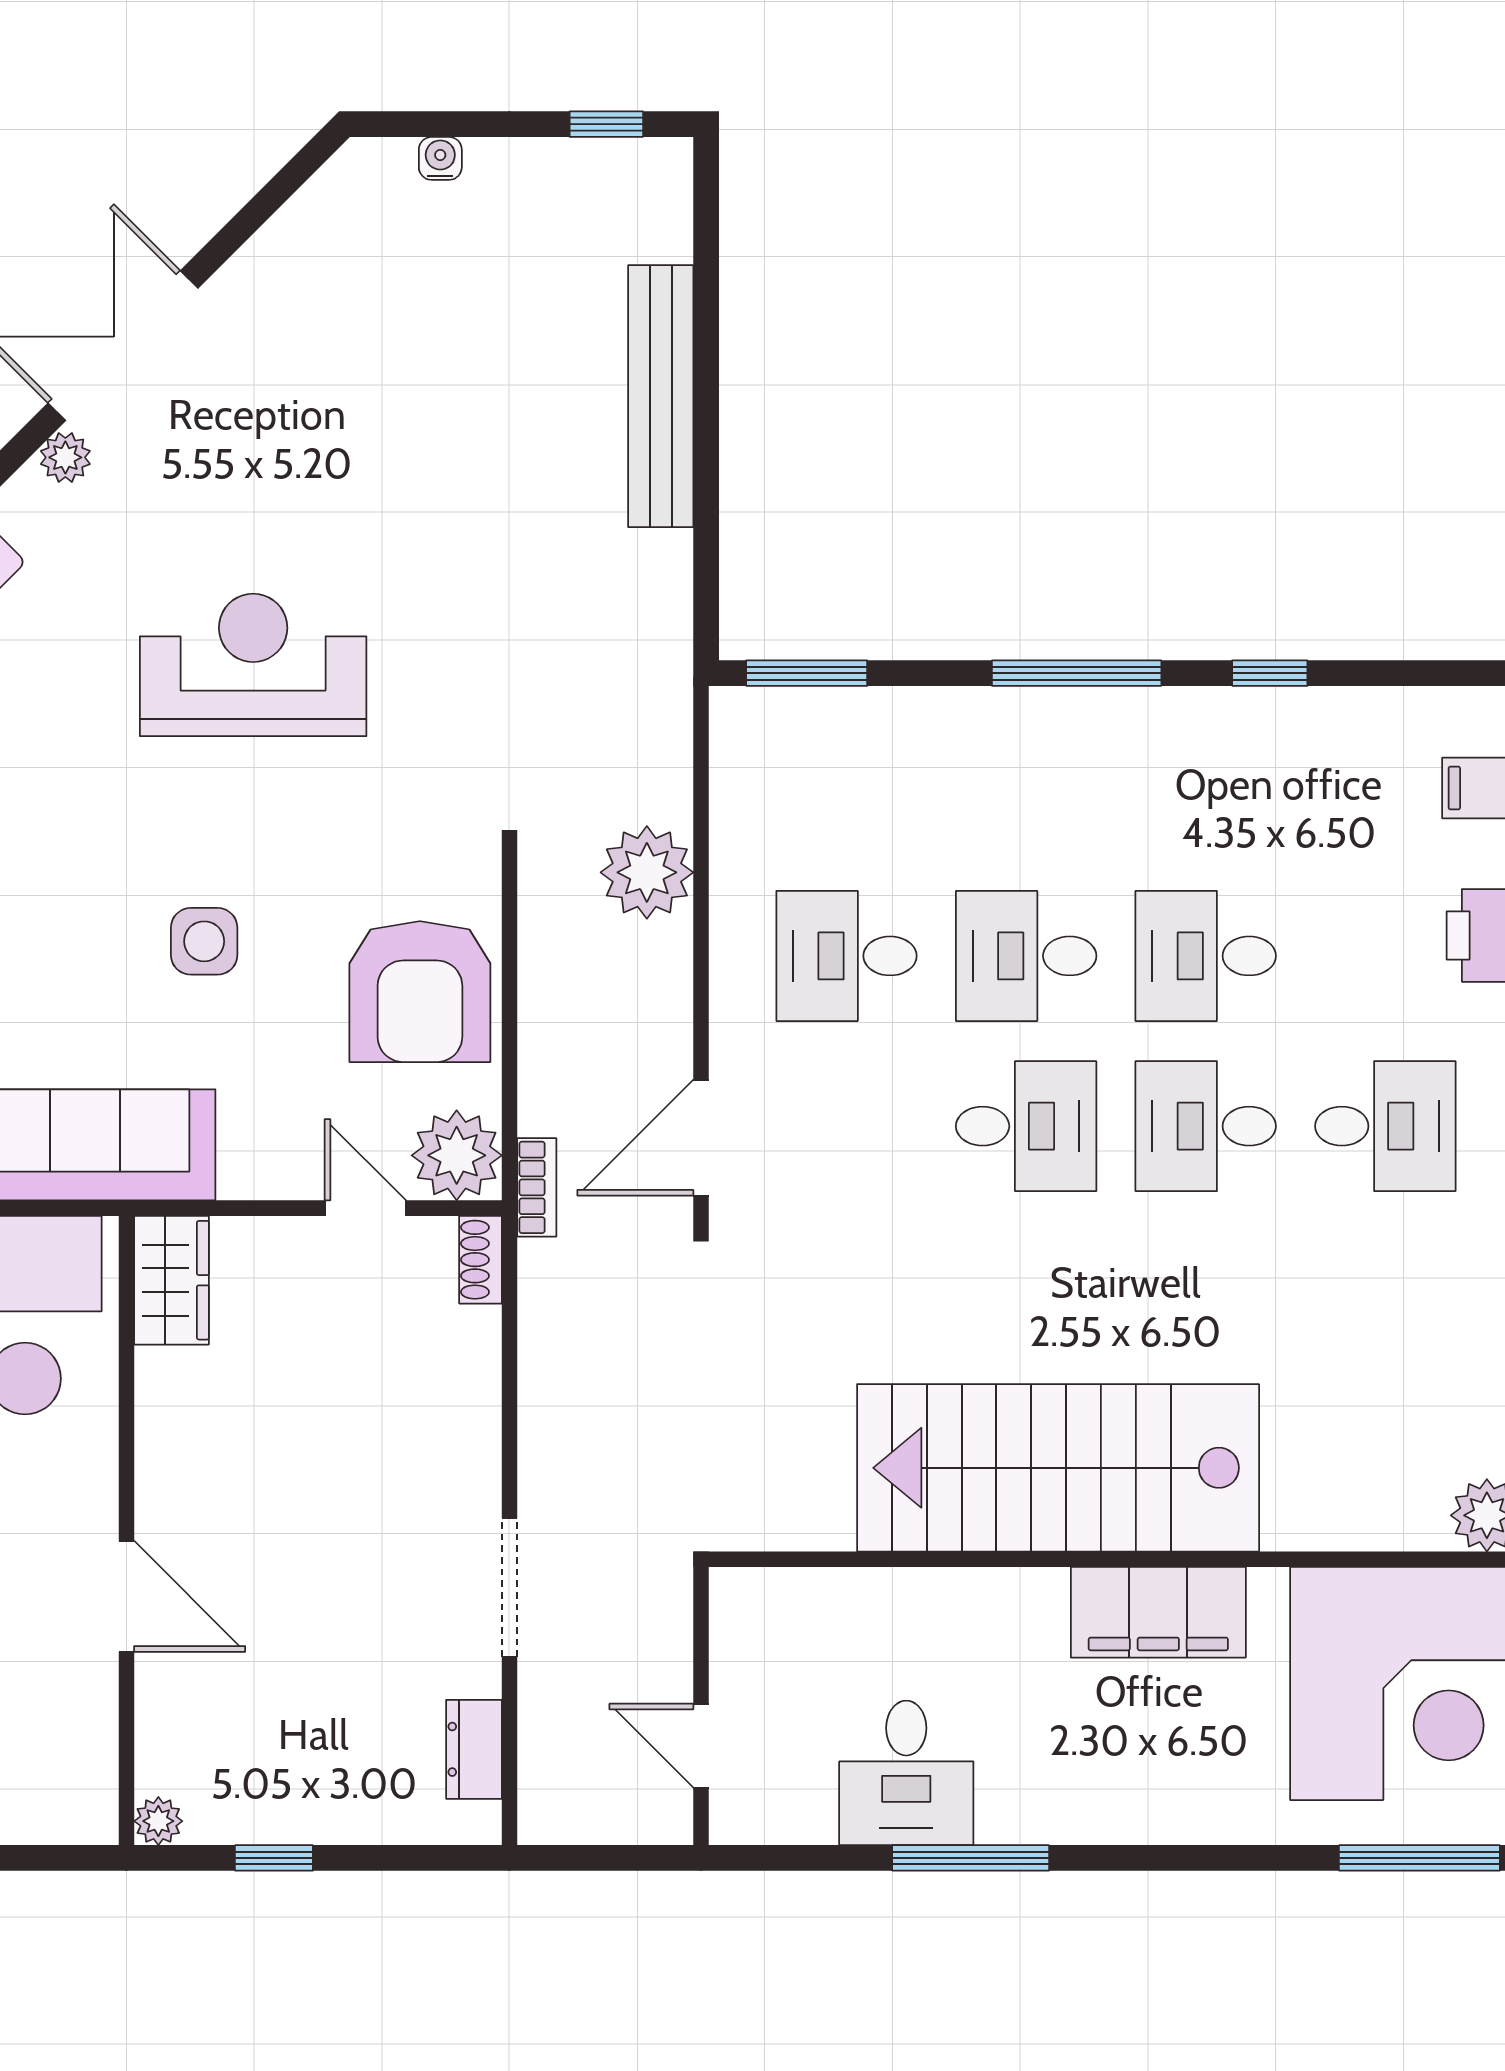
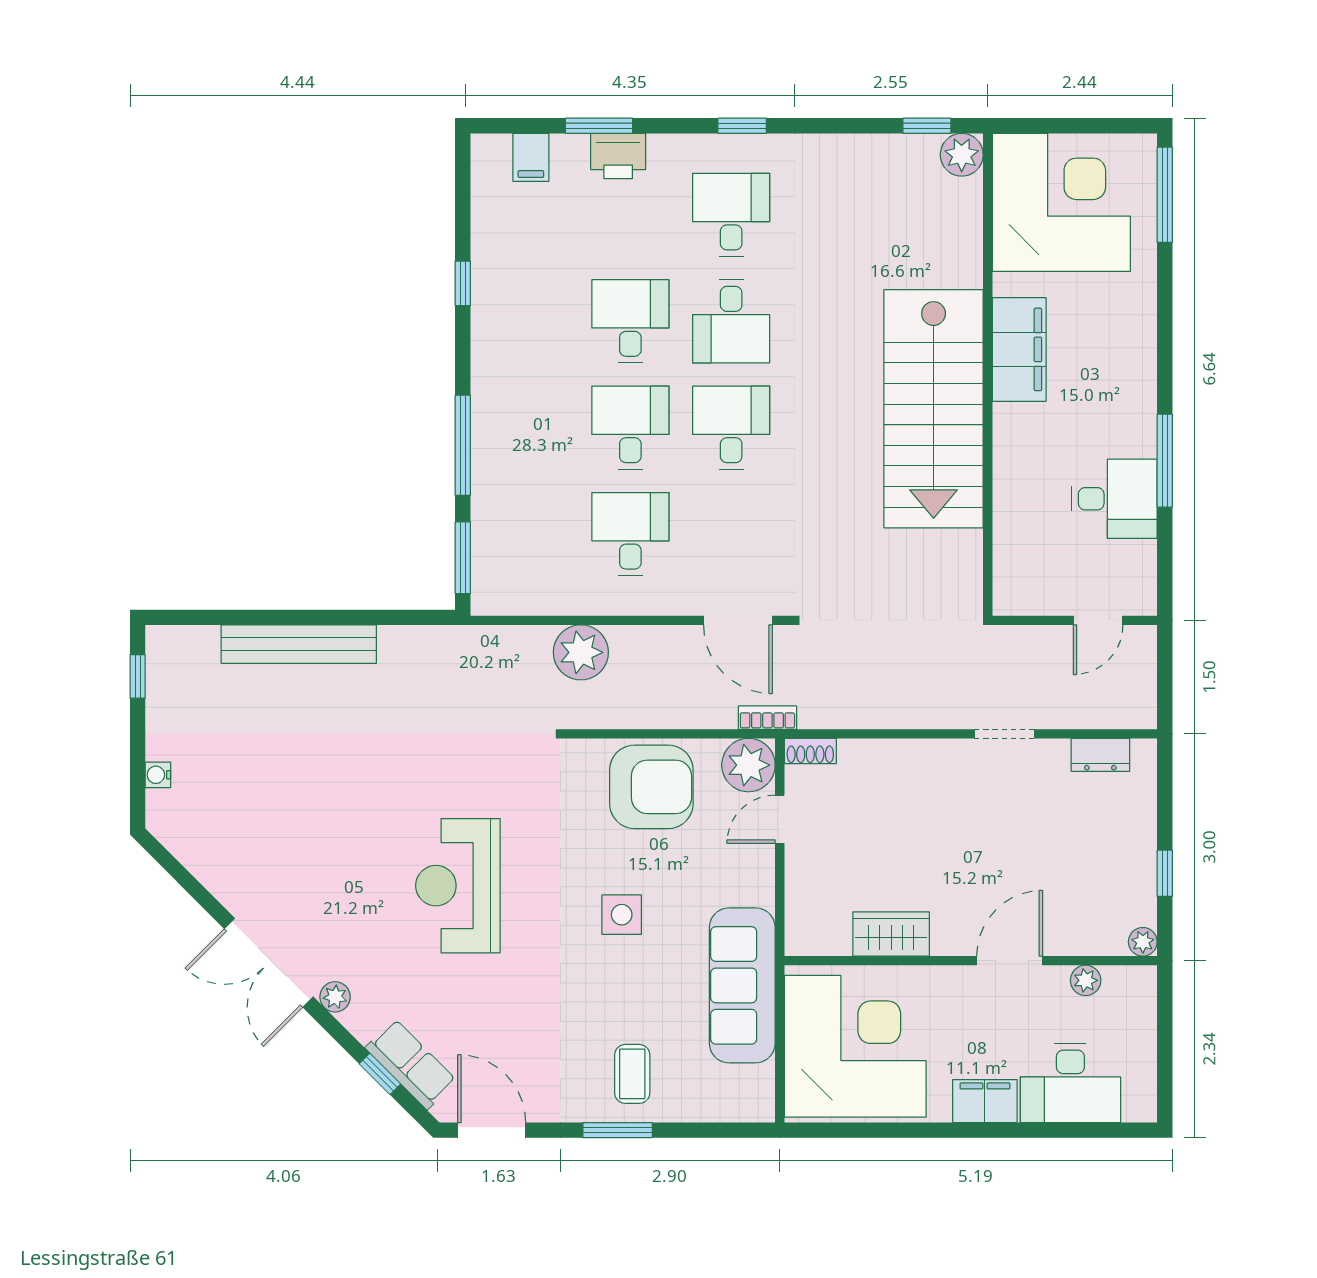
window: (1077, 673) -> (463, 445), moved
desk: (847, 956) -> (630, 534), turned 180
desk: (1026, 956) -> (630, 428), turned 180
desk: (1206, 956) -> (630, 321), turned 180
wardrobe: (171, 1280) -> (891, 934), moved
doorway: (509, 1587) -> (1004, 734), width x0.73
plant: (93, 1724) -> (1086, 980), added

